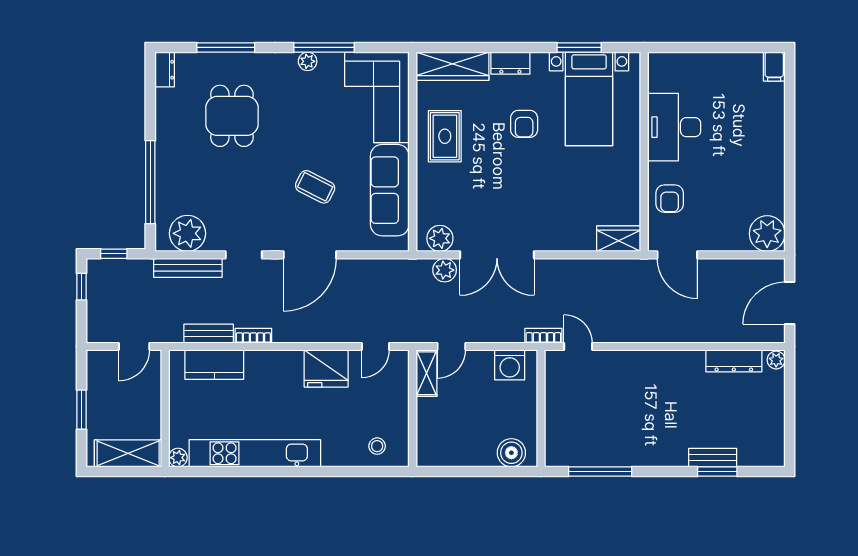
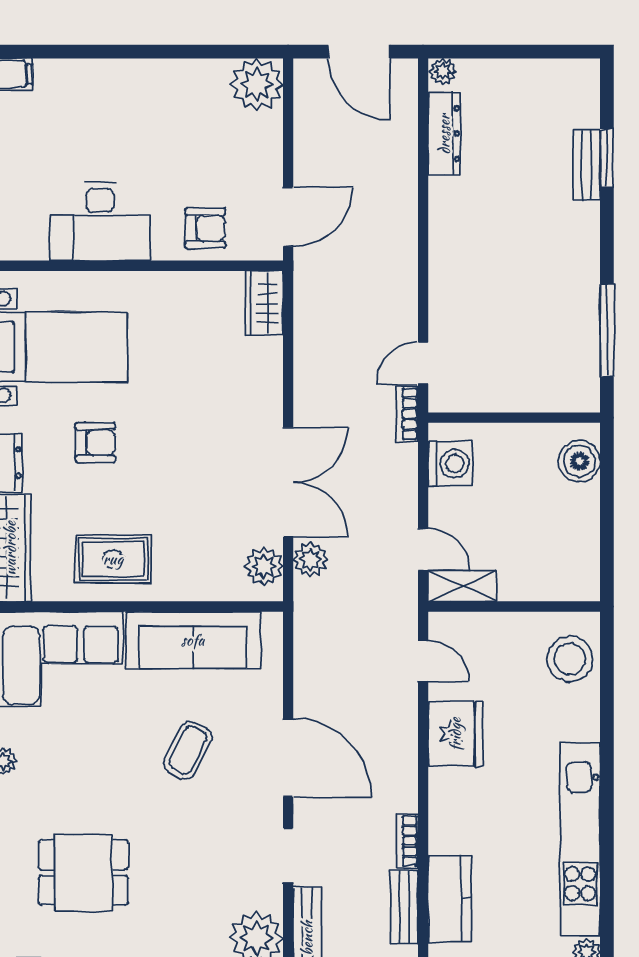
stool: (377, 446) -> (570, 659), width x1.89, depth x1.89

